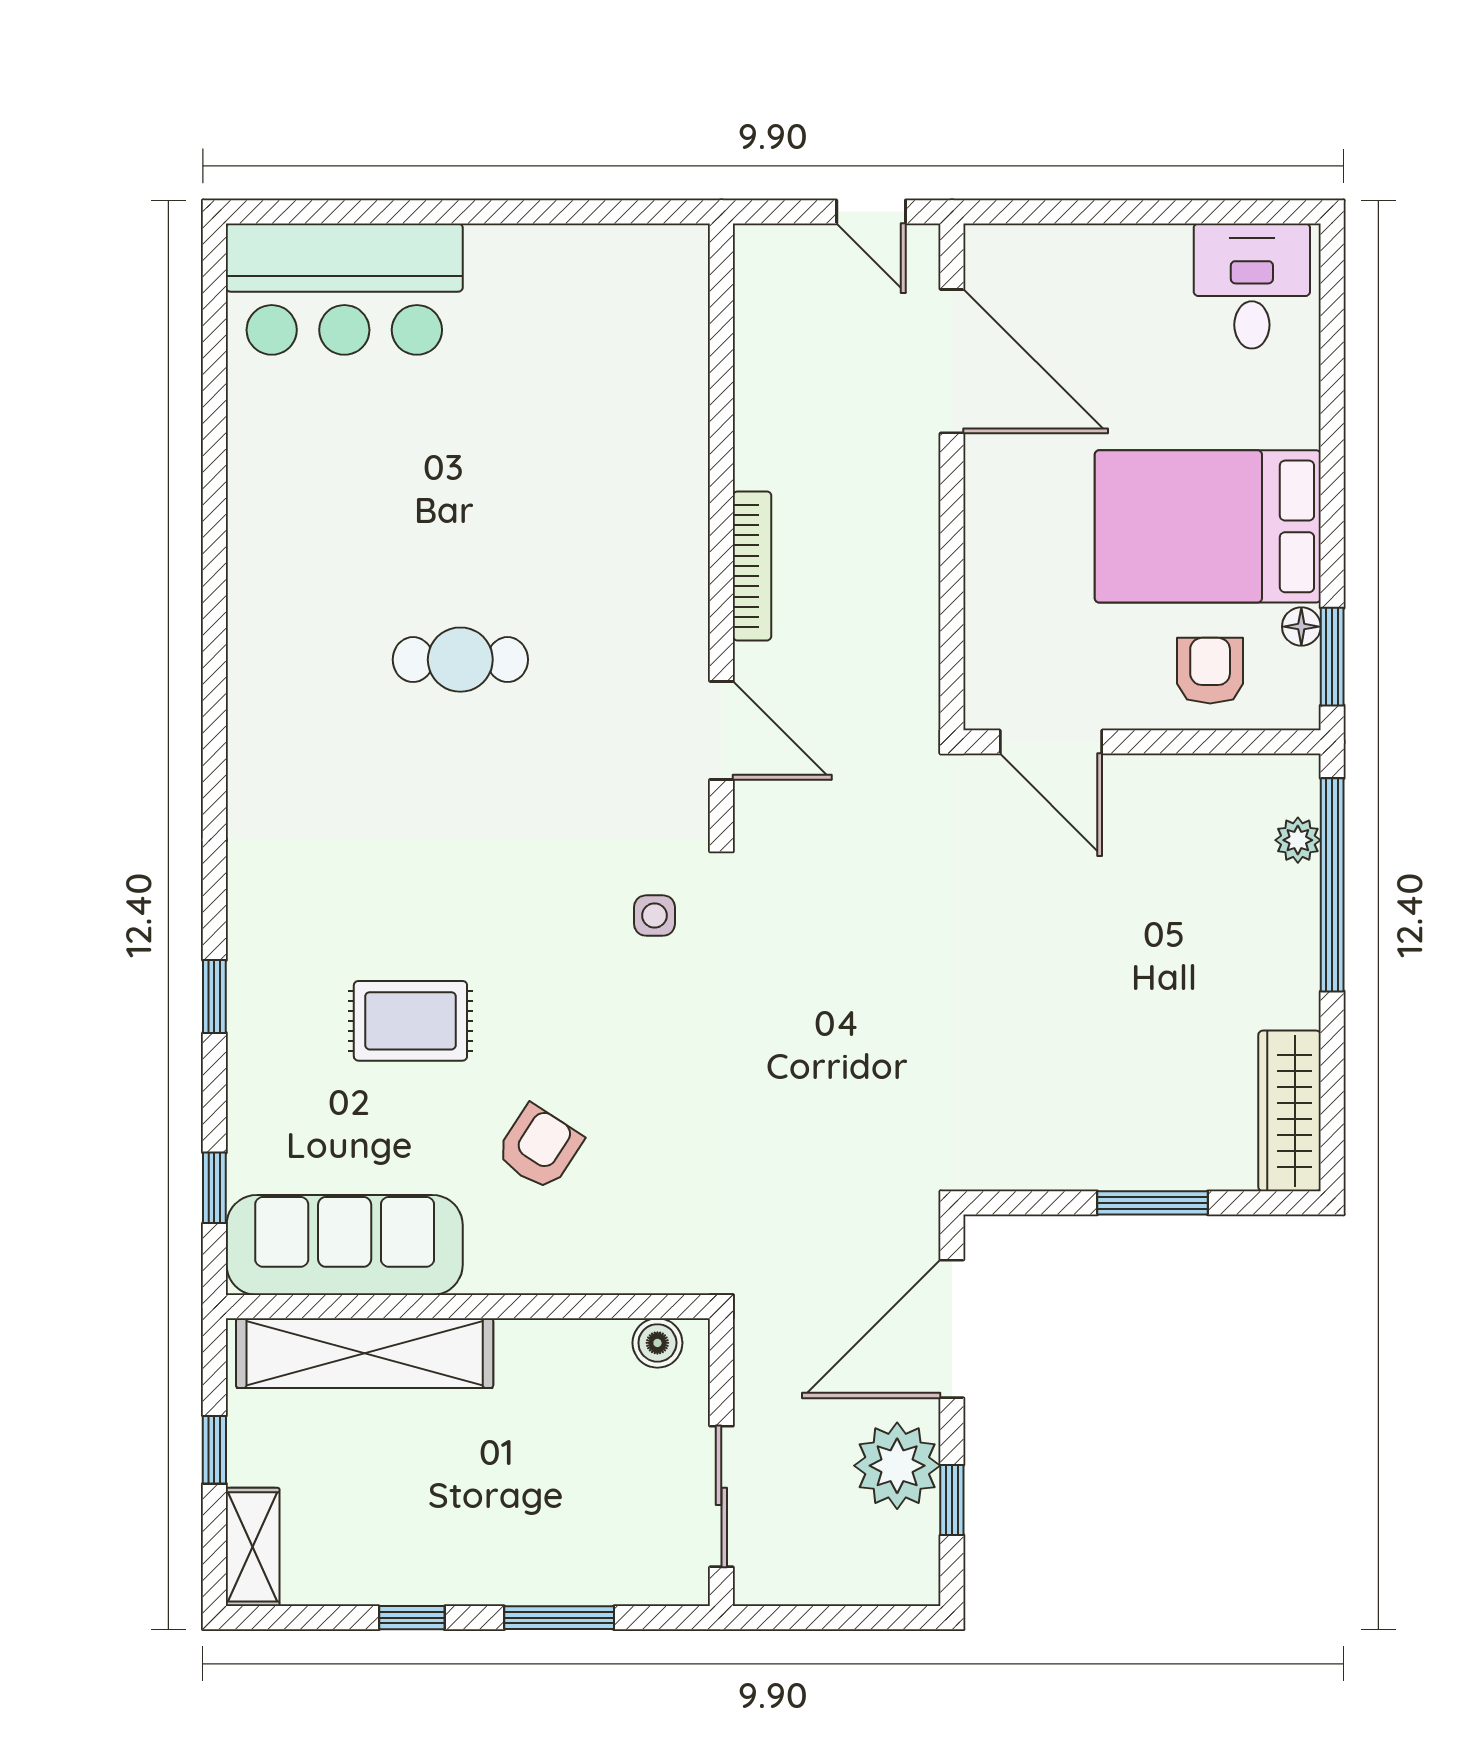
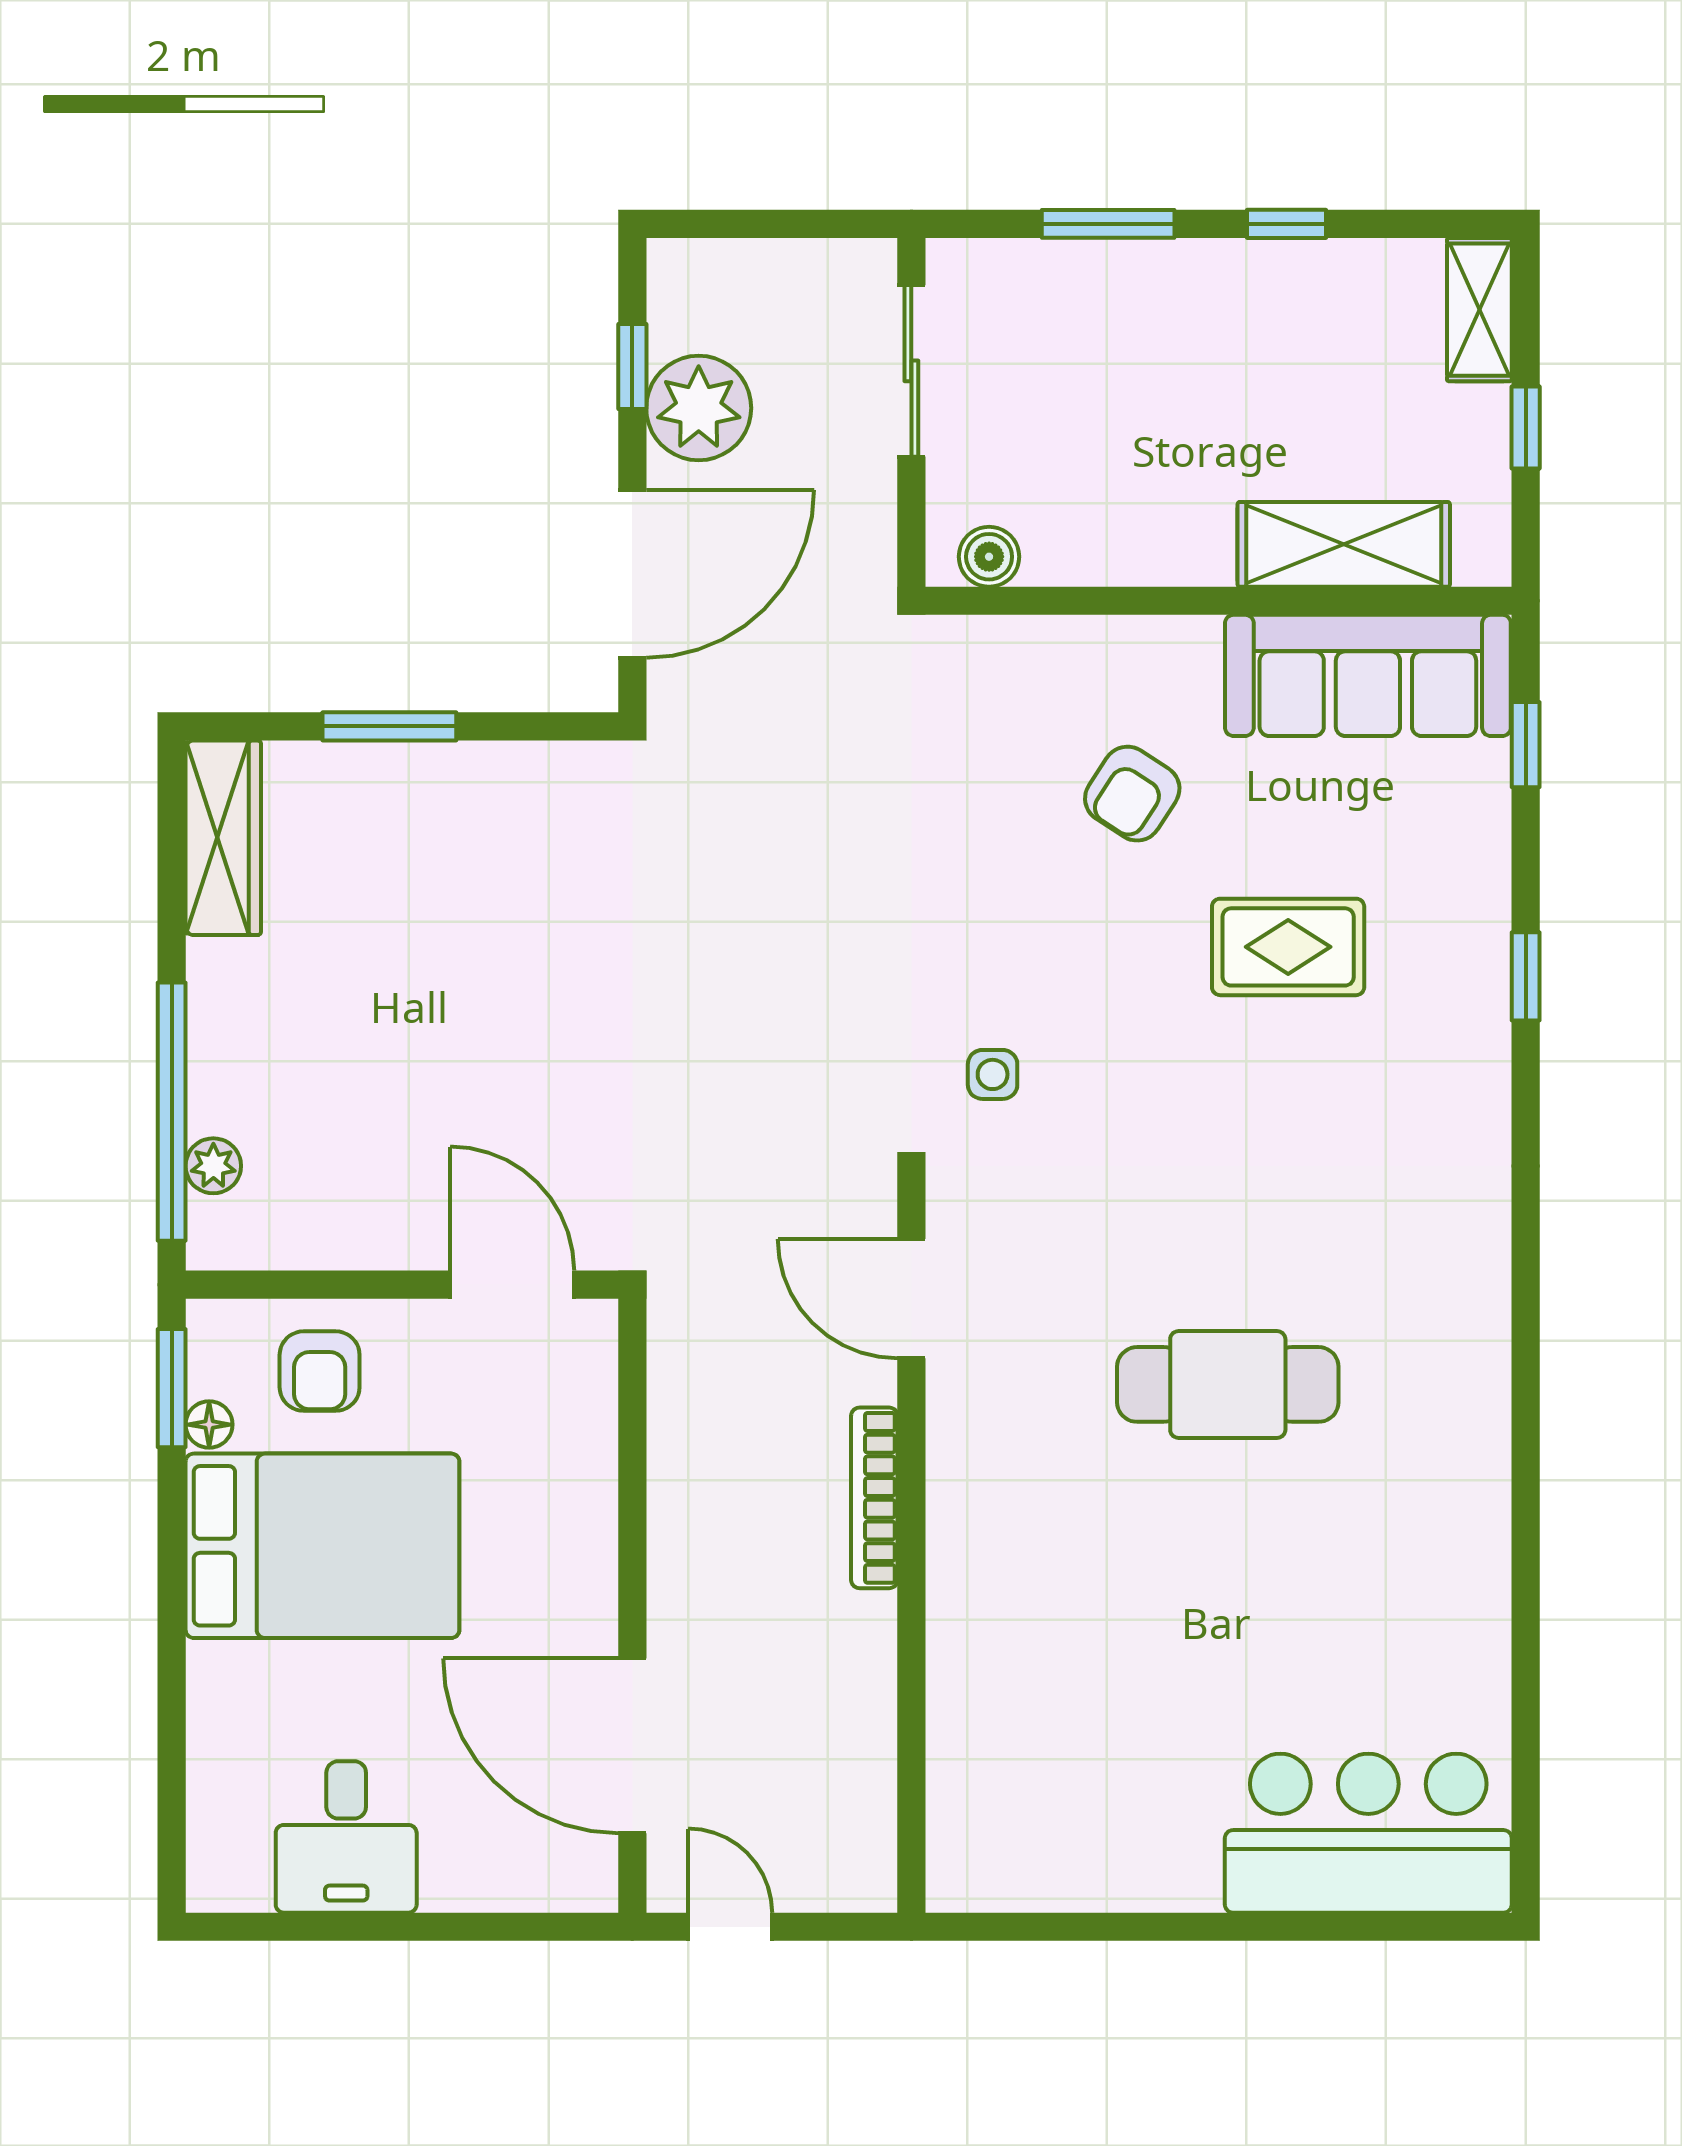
desk: (1252, 286) -> (346, 1837), moved
cafe table: (460, 660) -> (1228, 1384), width x1.37, depth x1.35
shelving: (365, 1353) -> (1344, 544), width x0.68

